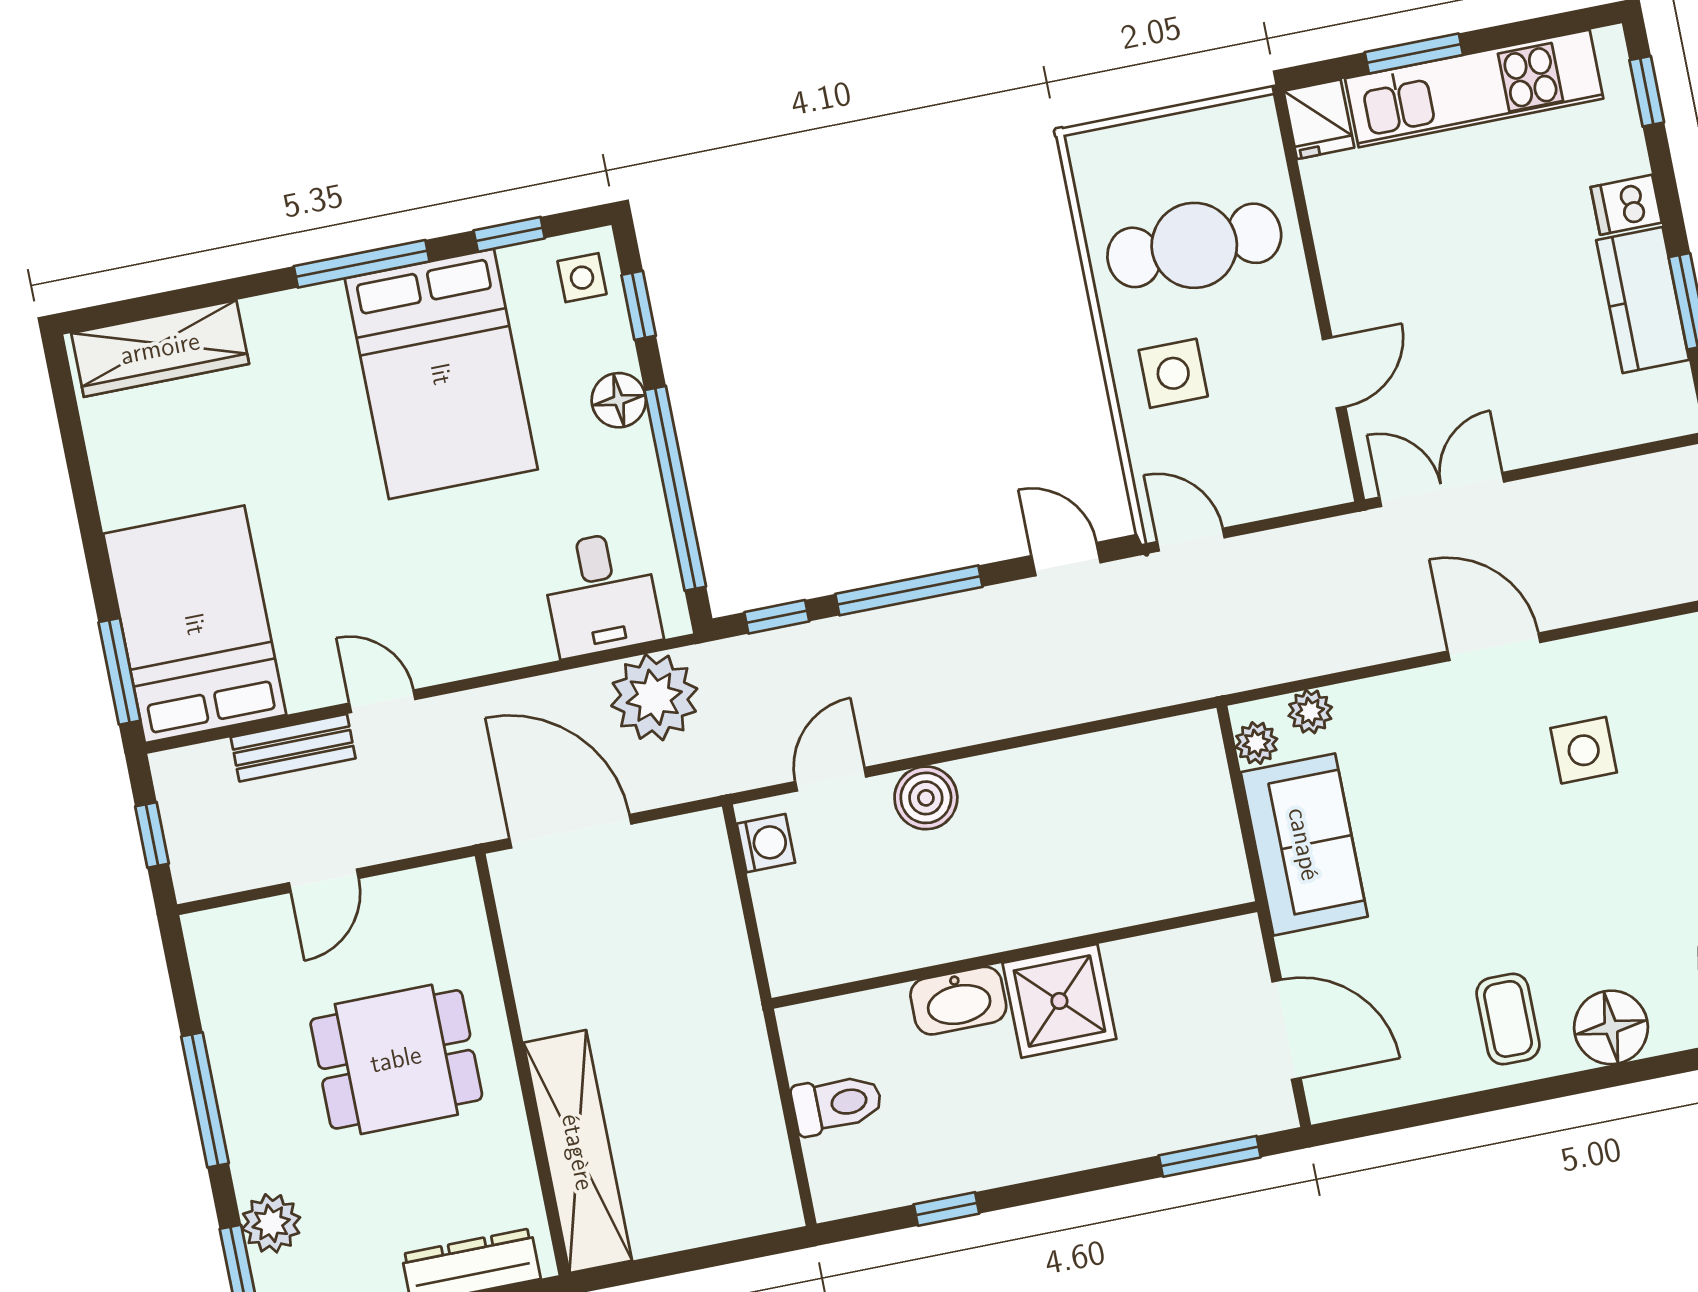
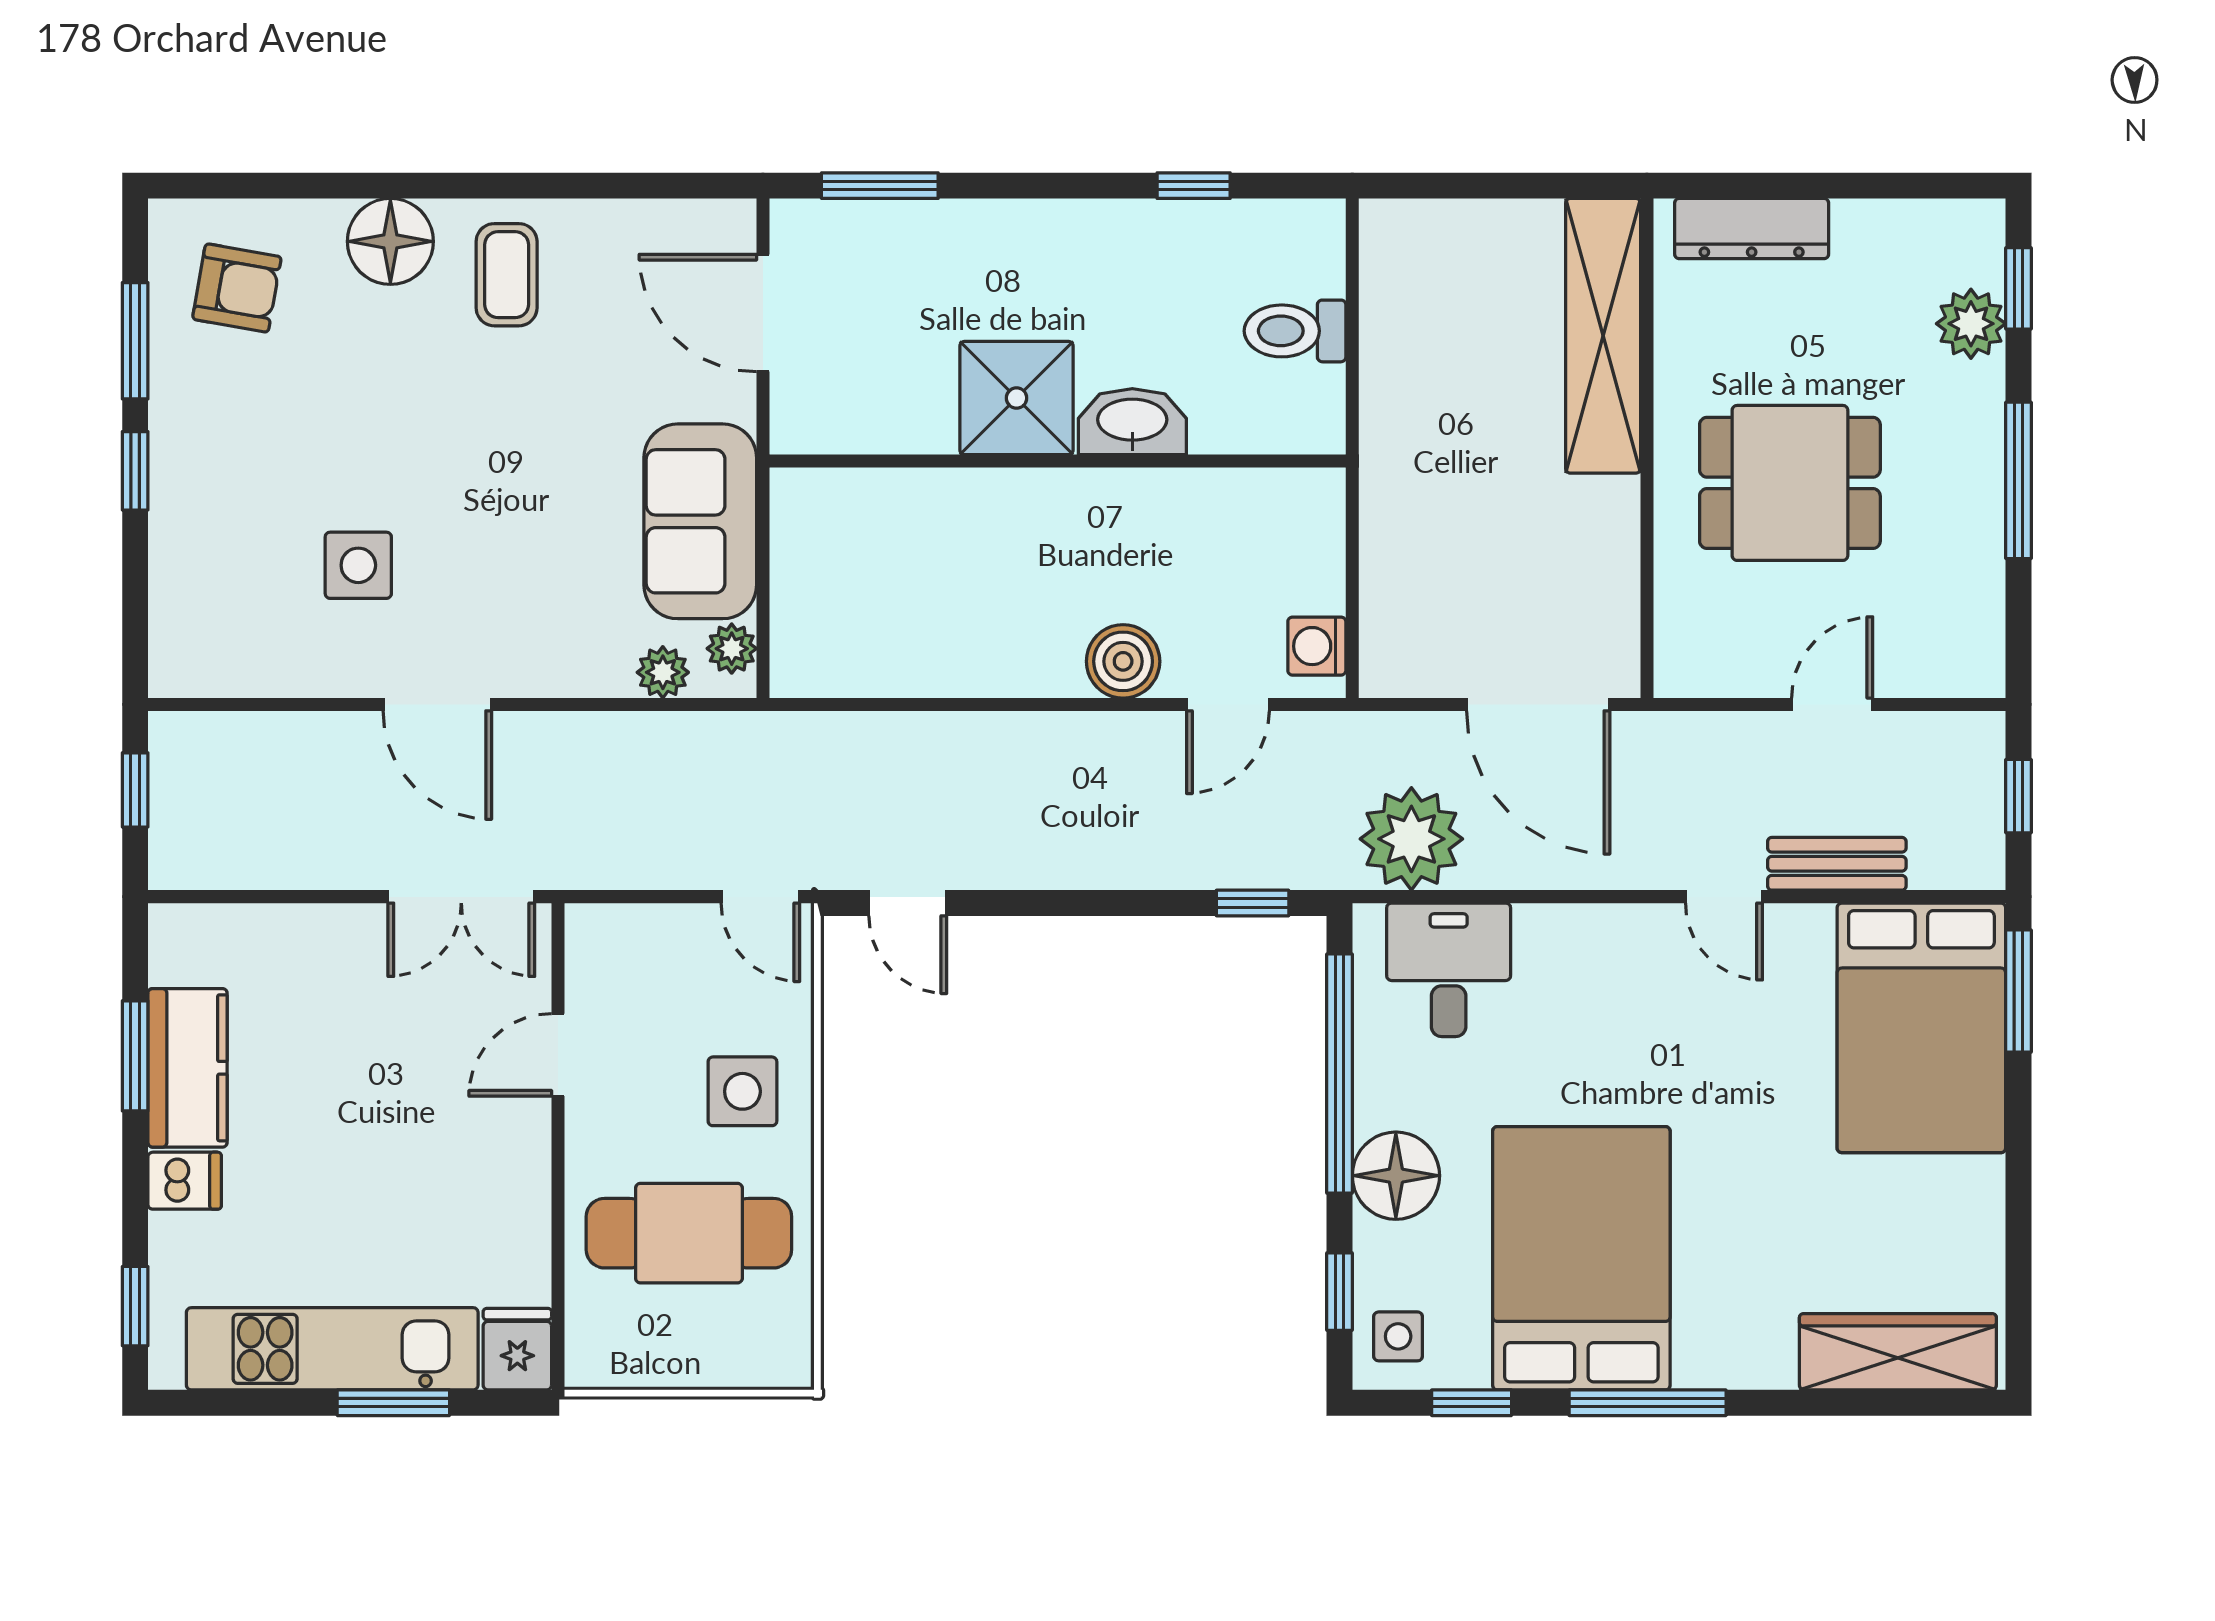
floor lamp: (619, 400) -> (1396, 1176), width x1.38, depth x1.38
window: (909, 590) -> (1095, 903), removed

